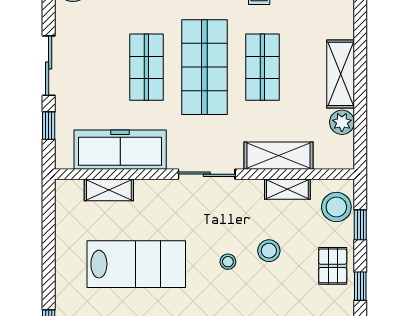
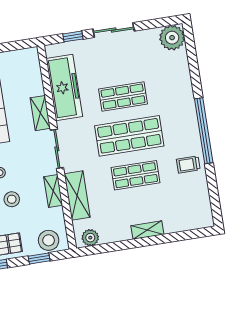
shelving: (341, 74) -> (147, 230), width x0.67, depth x0.75
plant: (342, 122) -> (90, 238), moved
shelving: (287, 189) -> (53, 191), moved
shelving: (109, 190) -> (40, 113), moved

